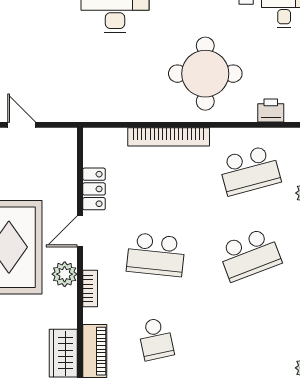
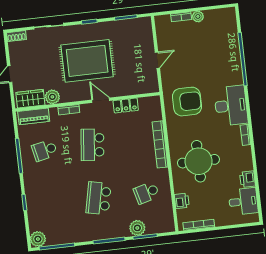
armchair: (99, 82) -> (187, 102), added
school desk: (250, 170) -> (146, 193), width x0.54
school desk: (250, 255) -> (98, 198), turned 33
plant: (65, 274) -> (52, 97), moved

